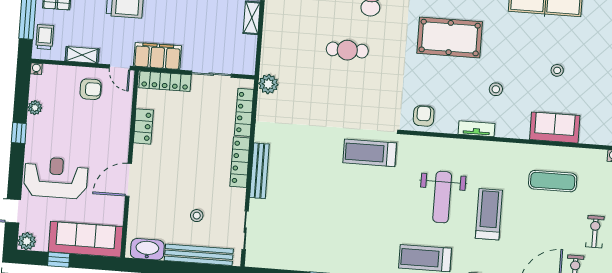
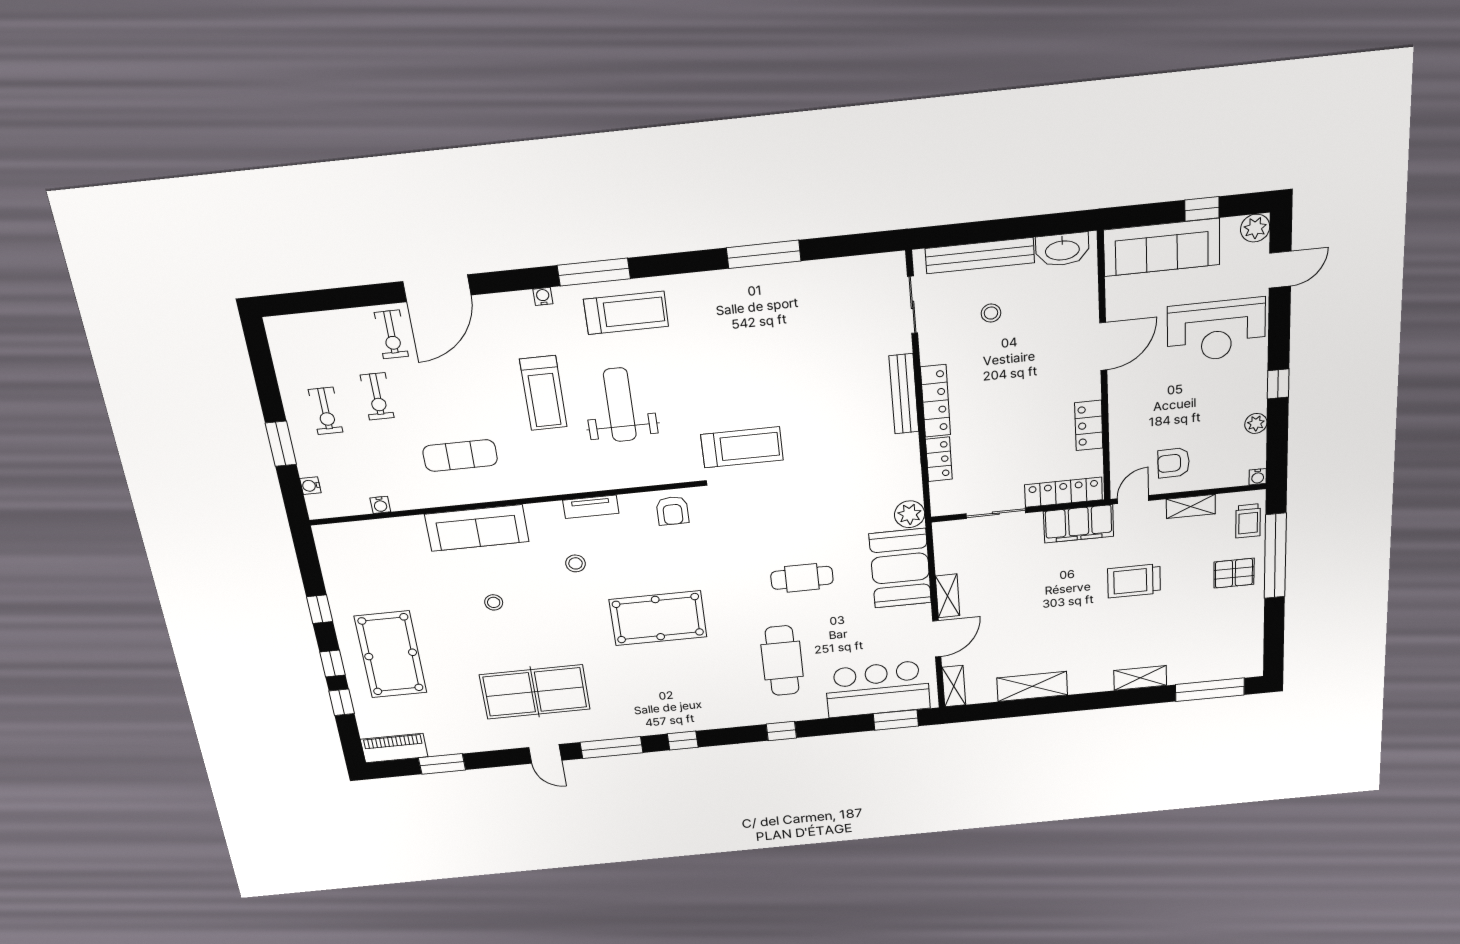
booth: (280, 45) -> (900, 568), added
door: (120, 67) -> (1133, 500), hinge flipped
locker: (244, 112) -> (939, 459), width x0.66
sofa: (555, 128) -> (477, 528), width x1.36

